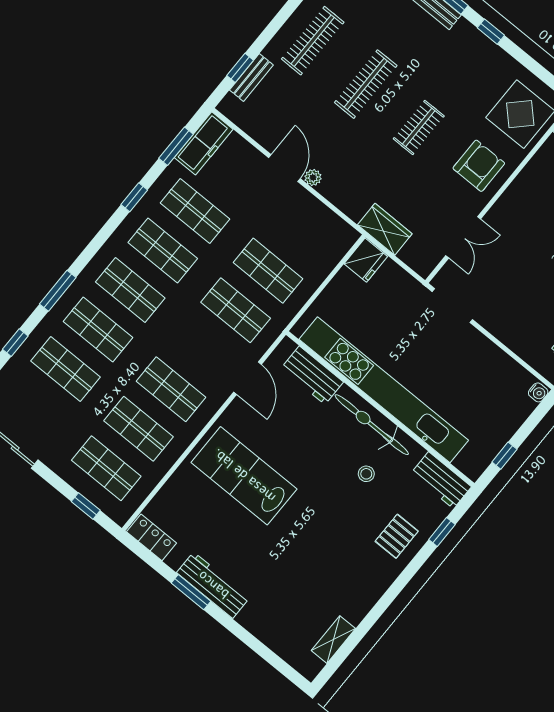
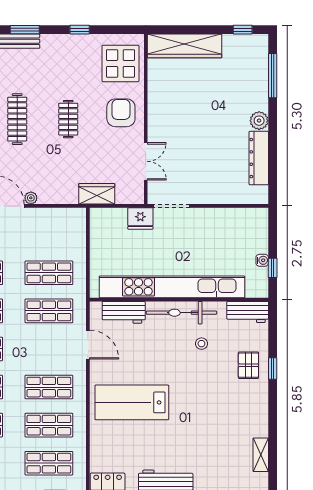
window: (491, 32) -> (80, 30), moved
fridge: (366, 260) -> (140, 218), moved, turned 90
water cooler: (538, 392) -> (262, 260), moved
window: (442, 532) -> (273, 369), moved

